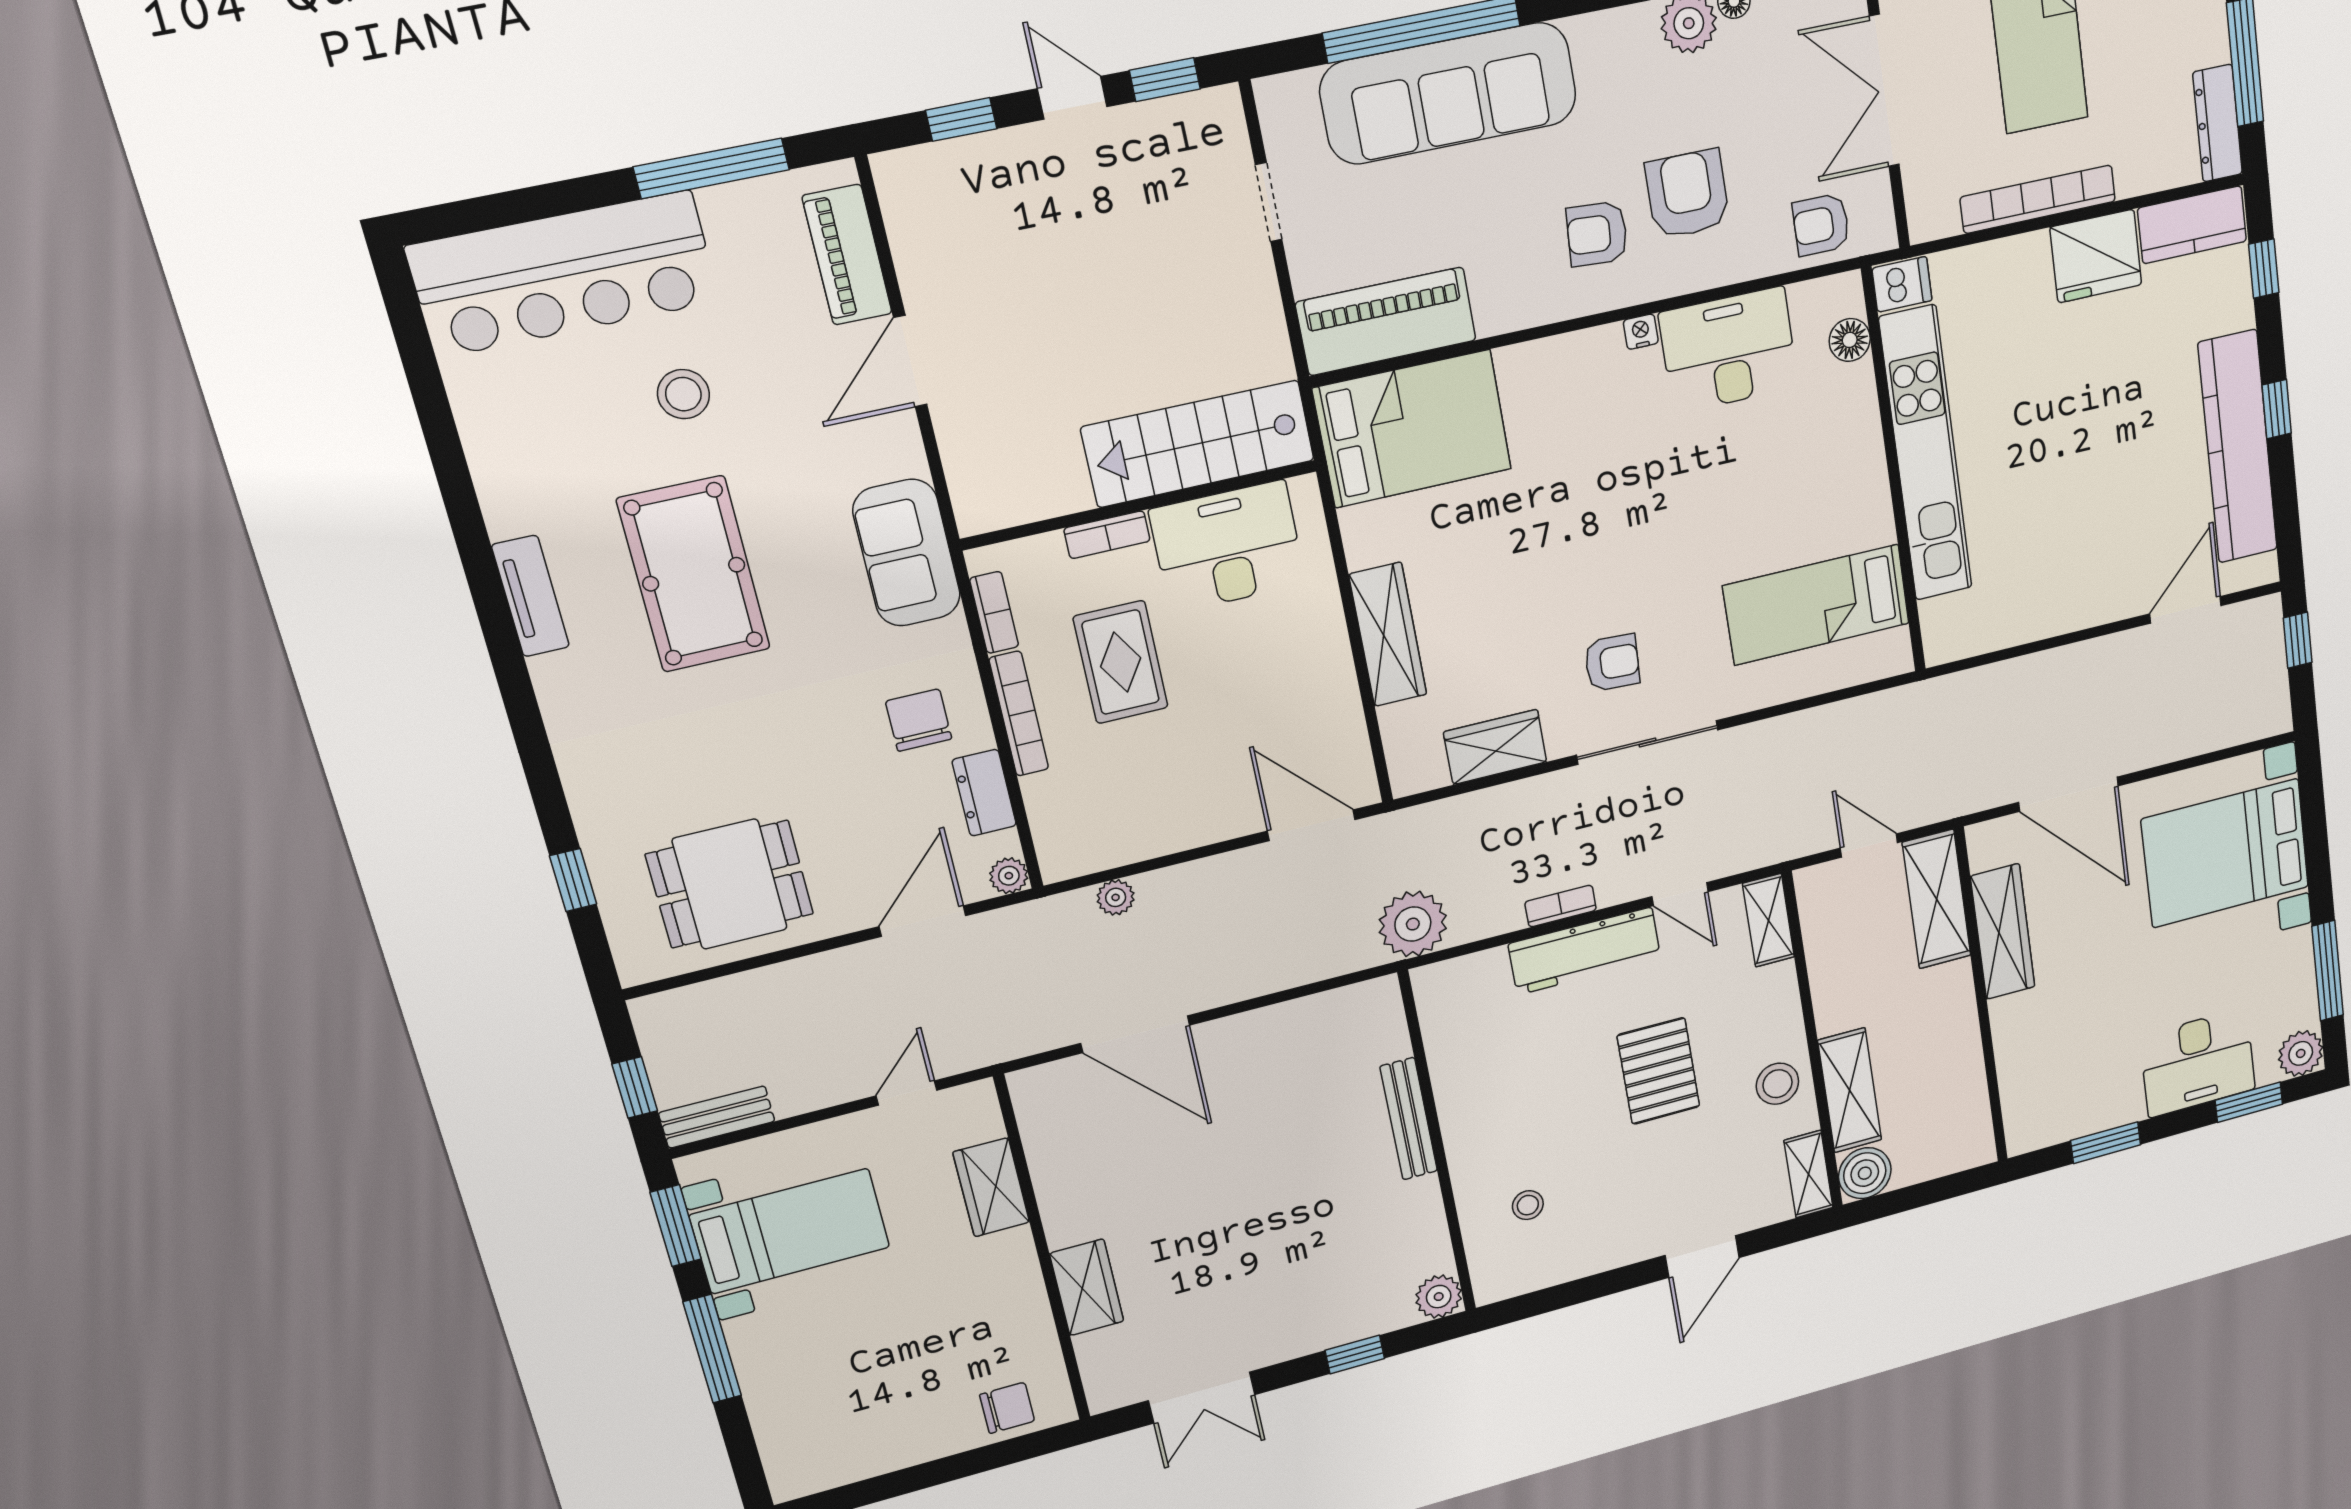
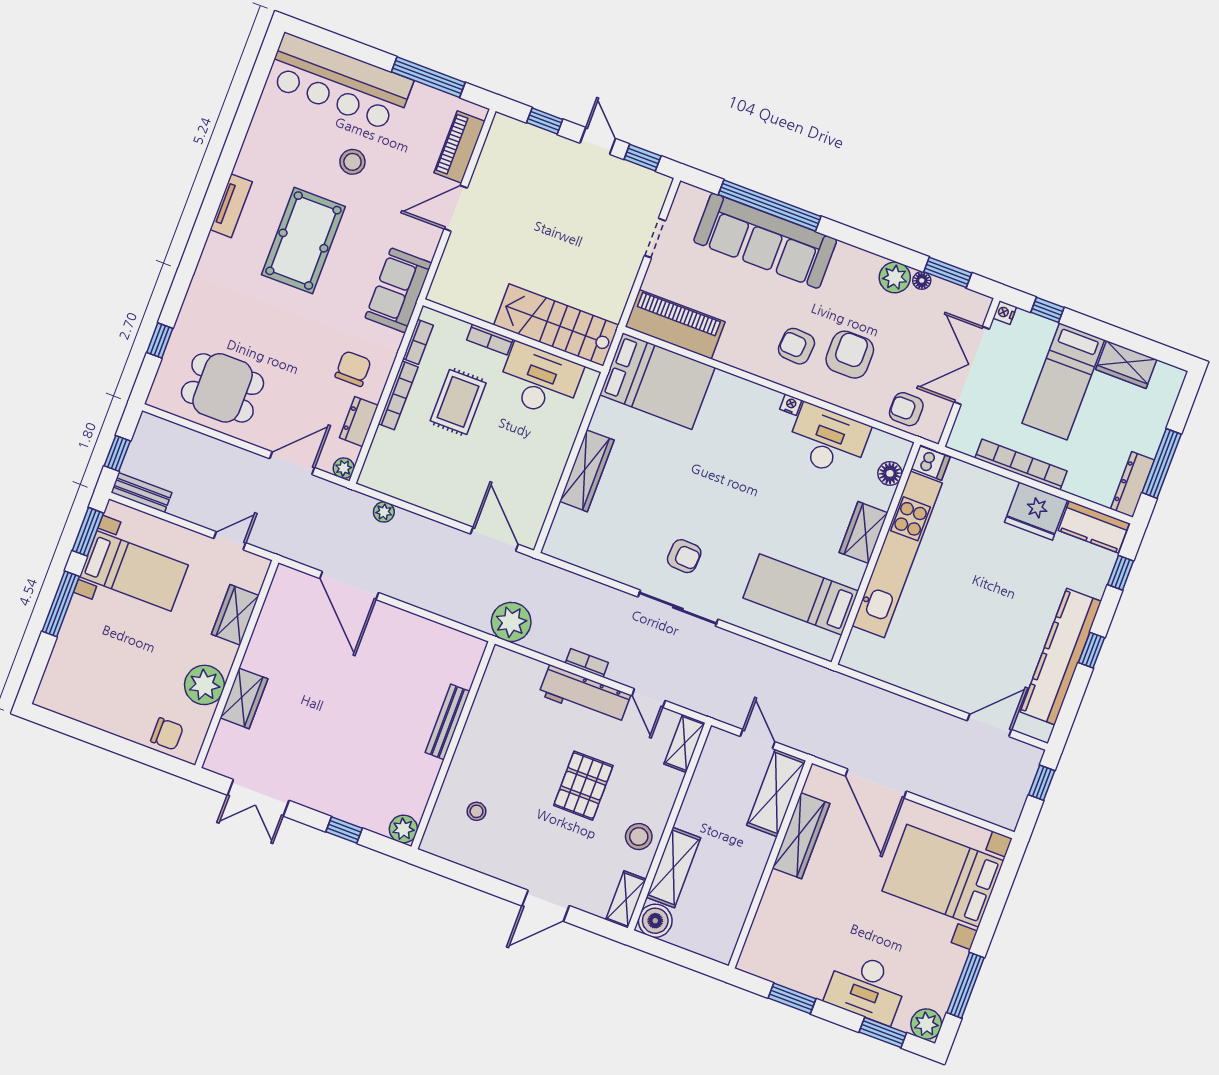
wardrobe: (1495, 747) -> (863, 533), moved, turned -90
plant: (1015, 1309) -> (204, 685), added

